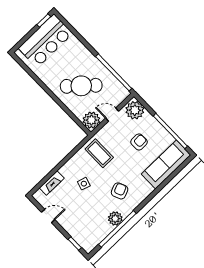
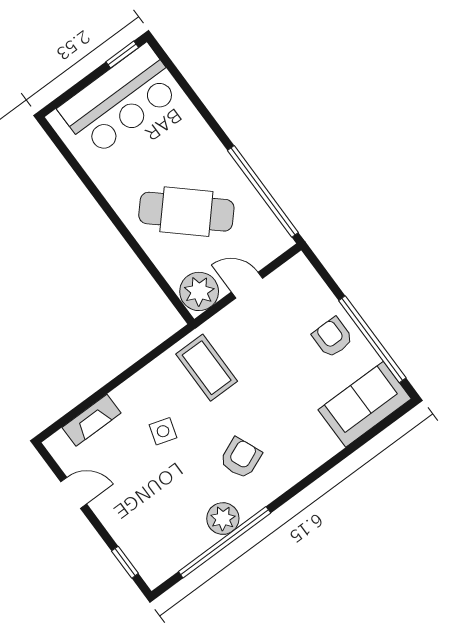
plant: (135, 110) -> (299, 282), removed
armchair: (139, 142) -> (333, 337), moved, turned -89
sofa: (166, 165) -> (365, 404), width x0.73

